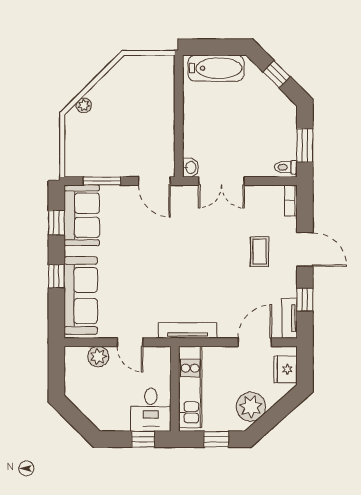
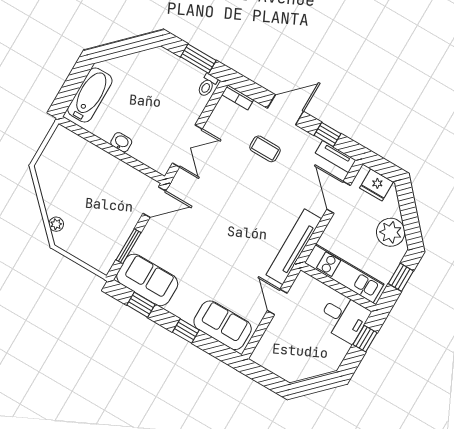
window: (277, 74) -> (125, 47), removed
washbasin: (190, 167) -> (121, 142), moved
sofa: (81, 296) -> (223, 325), width x0.73
tv unit: (188, 330) -> (294, 247), width x1.36, depth x1.29
door: (130, 342) -> (277, 302), swing flipped
plant: (98, 356) -> (274, 336), removed

